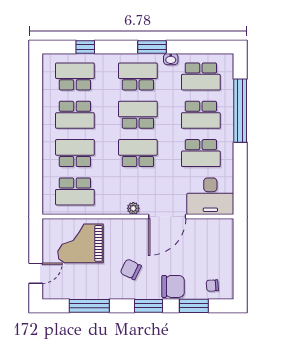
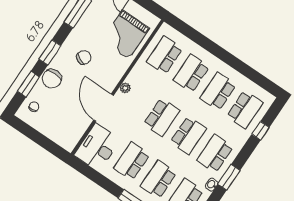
school desk: (138, 76) -> (215, 153), turned 180
school desk: (75, 153) -> (191, 73), turned 180
grand piano: (81, 243) -> (126, 35), turned 180

